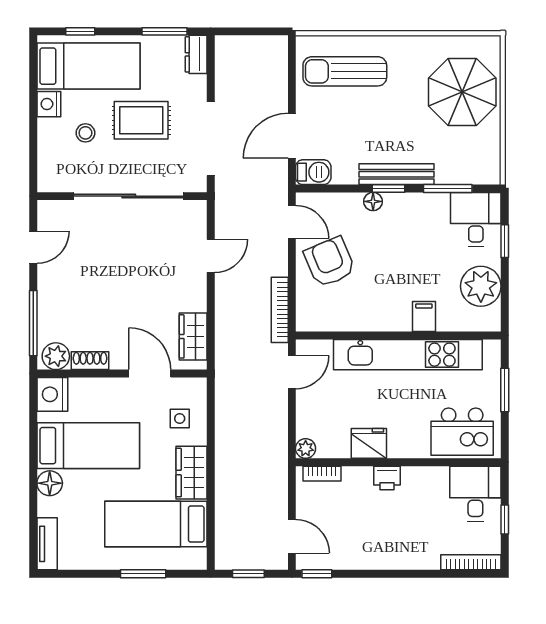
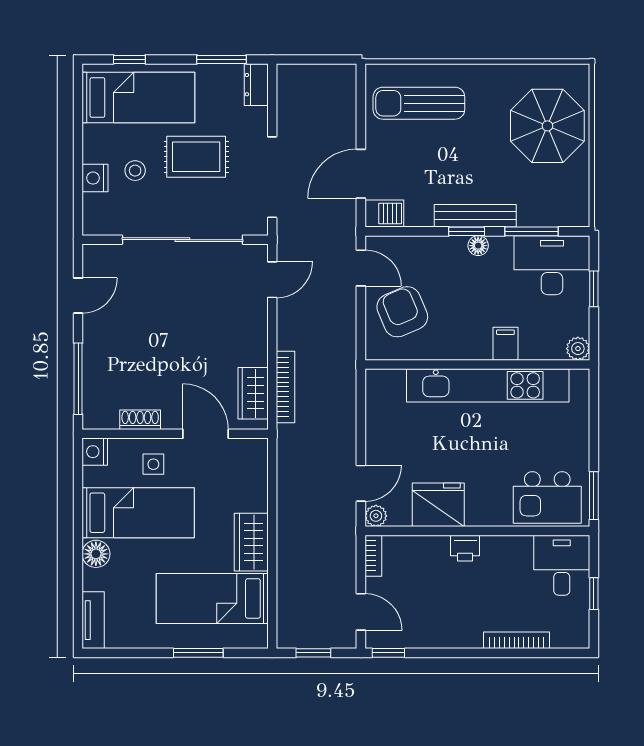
nightstand: (49, 104) -> (95, 178), moved
floor lamp: (373, 201) -> (478, 246), moved
desk: (476, 219) -> (552, 265), width x1.37
door: (211, 256) -> (272, 280), moved
plant: (481, 286) -> (578, 349), width x0.53, depth x0.53
bookcase: (280, 310) -> (285, 387), moved, turned 180
filing cabinet: (424, 317) -> (505, 344), moved
wall: (398, 335) -> (477, 364), moved
kitchen unit: (408, 355) -> (488, 385), moved
plant: (56, 356) -> (103, 415), removed
door: (292, 372) -> (361, 483), moved
window: (505, 390) -> (594, 496), moved
nightstand: (52, 394) -> (95, 452), width x0.74, depth x0.75
side table: (180, 419) -> (153, 464), moved
fridge: (369, 443) -> (438, 505), width x1.36, depth x1.34
bookcase: (322, 474) -> (373, 556), moved, turned -90
bookcase: (471, 562) -> (517, 640), moved

